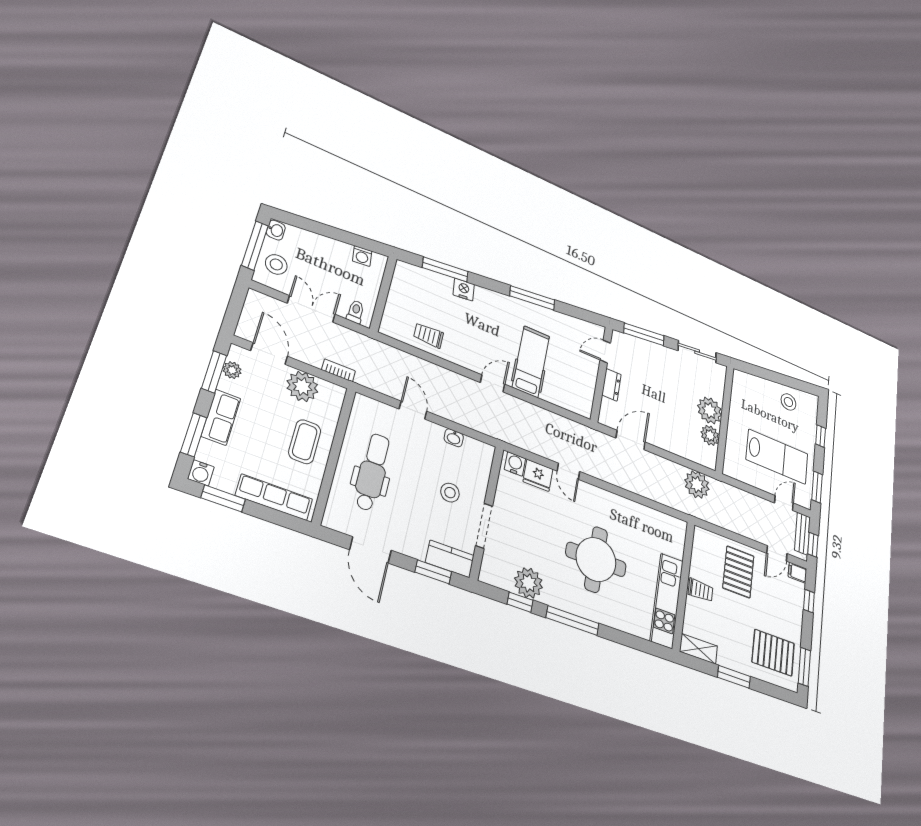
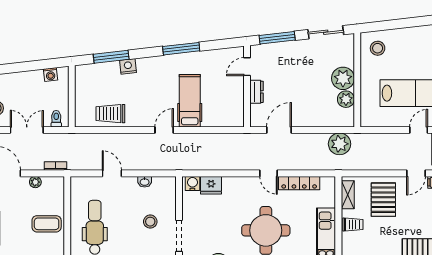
trolley: (428, 335) -> (110, 114), width x1.36, depth x1.39
plant: (302, 386) -> (35, 182), width x0.53, depth x0.53
stool: (788, 402) -> (378, 48), moved
coffee table: (305, 442) -> (47, 224), turned 90
door: (568, 471) -> (269, 173), moved
locker: (645, 514) -> (299, 183), added
shelving: (699, 550) -> (348, 195), added

